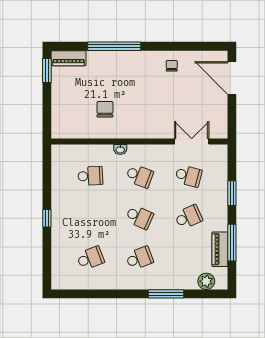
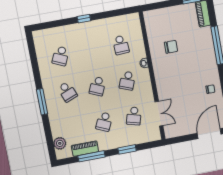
school desk: (188, 217) -> (104, 122), turned 48
school desk: (90, 258) -> (61, 56), turned 45
window: (166, 294) -> (42, 102), moved

